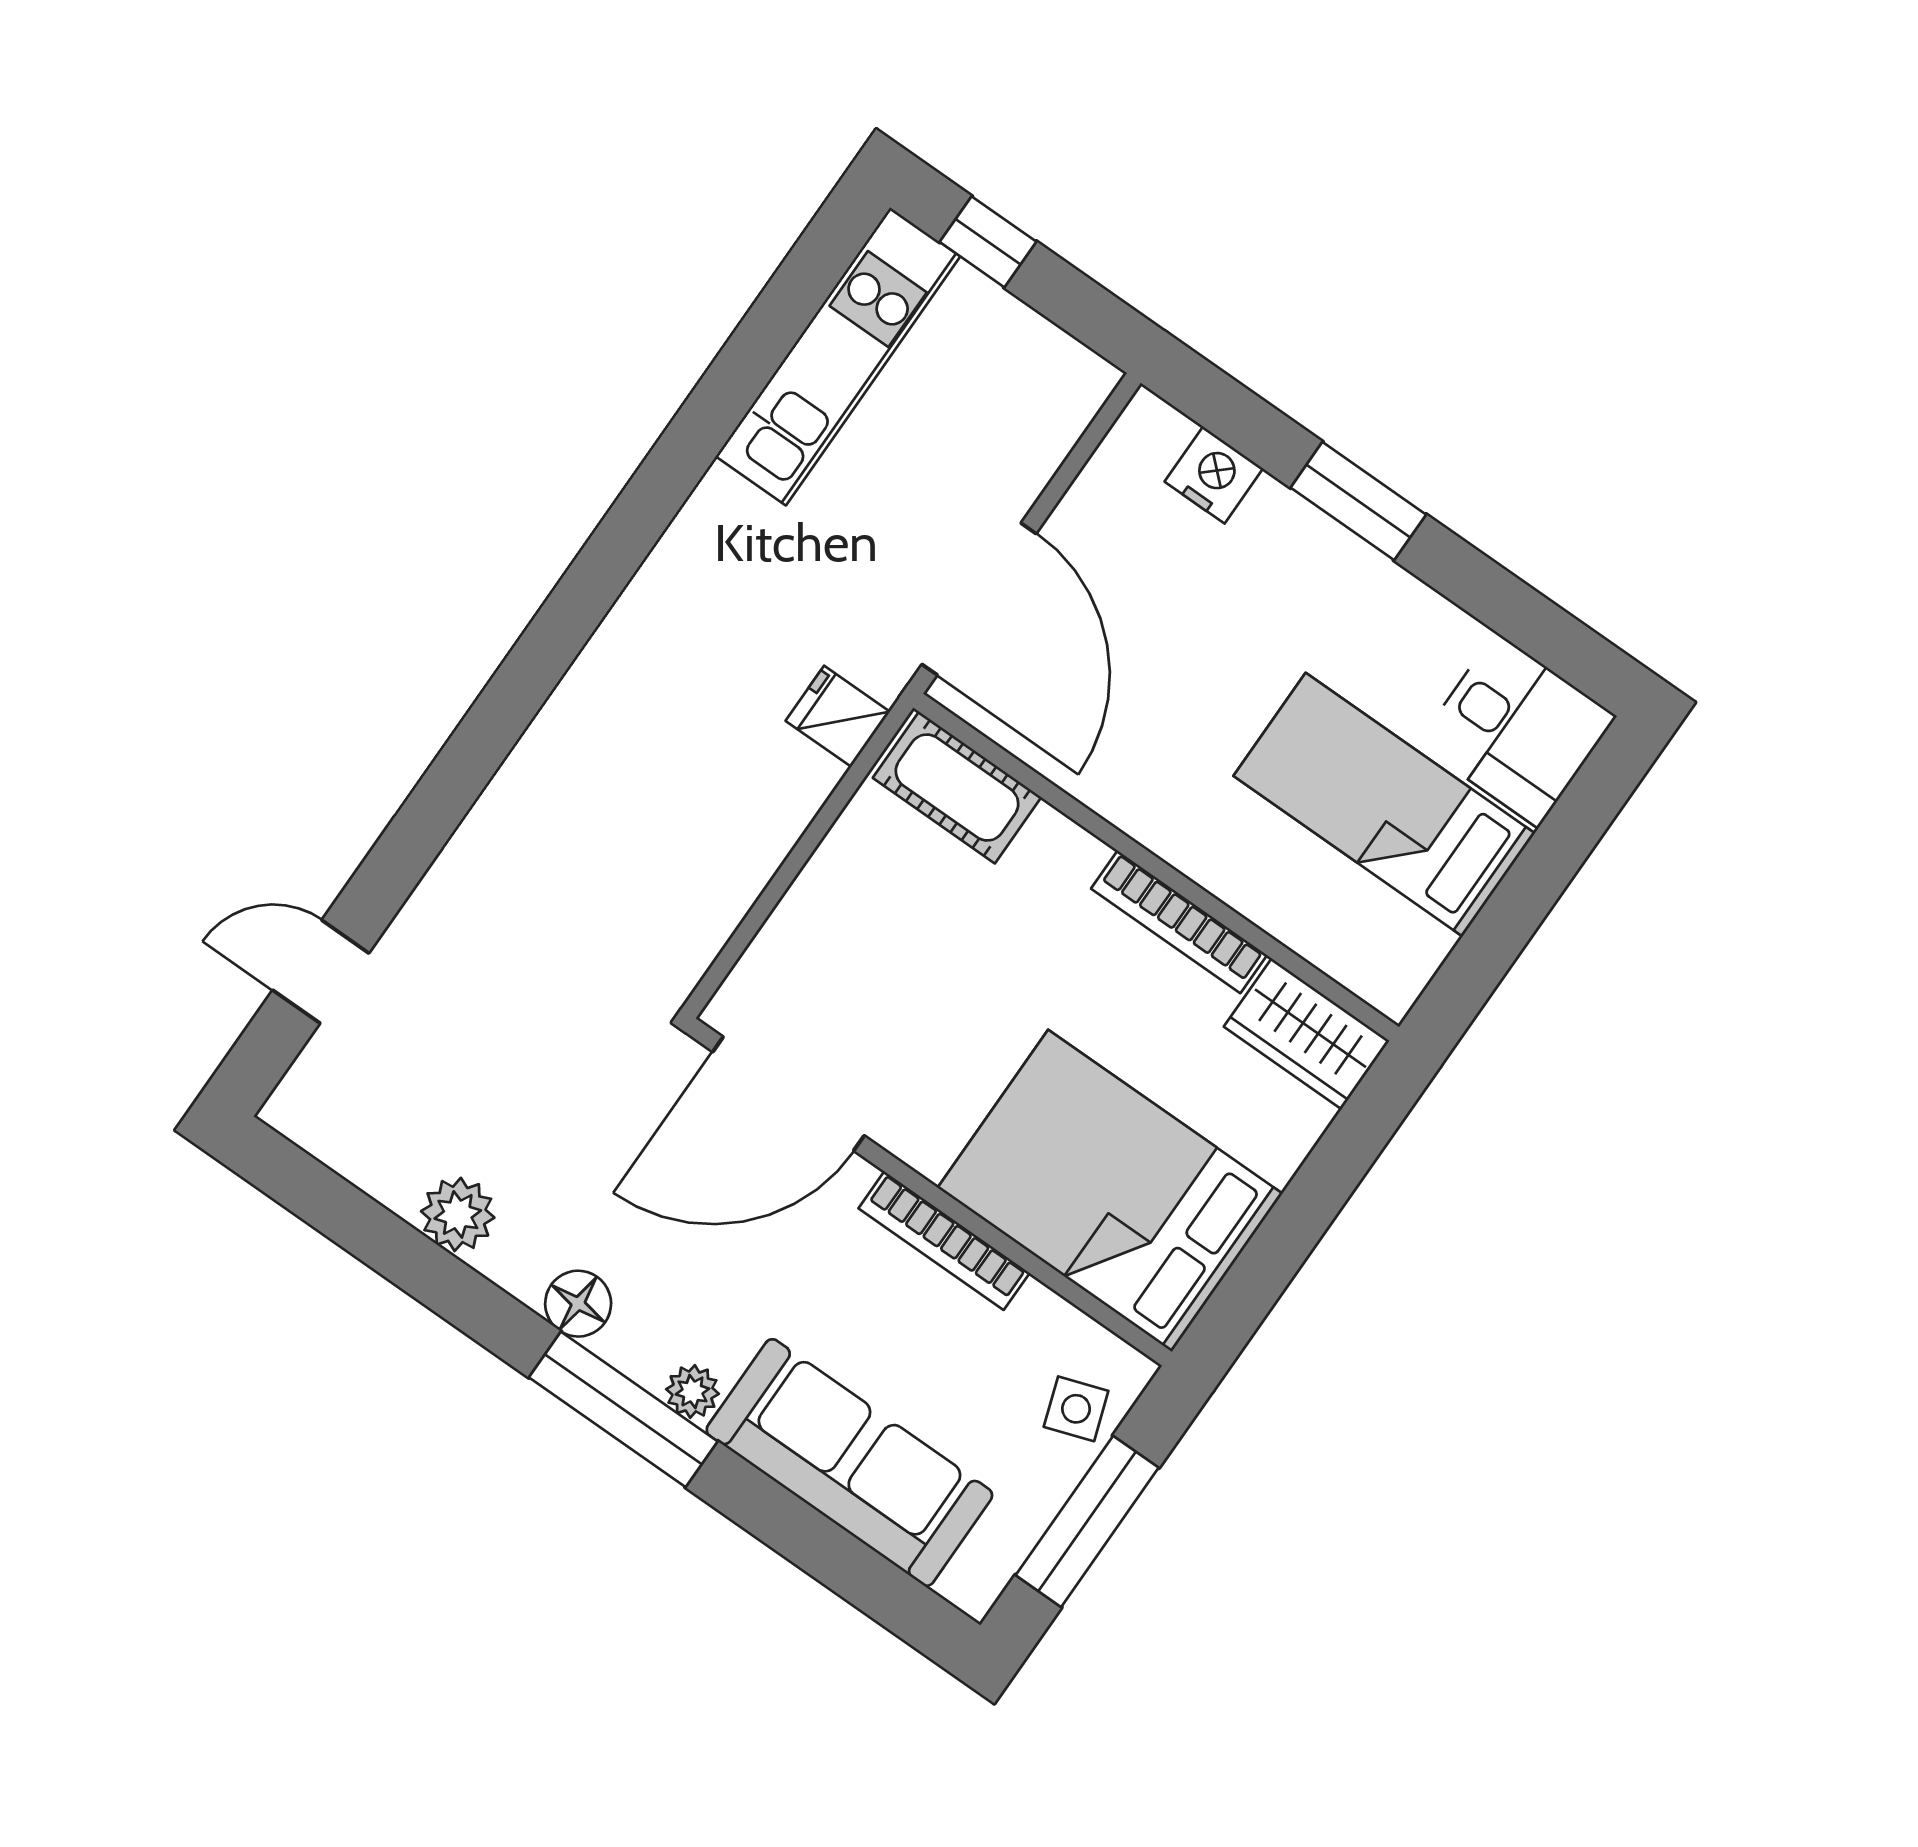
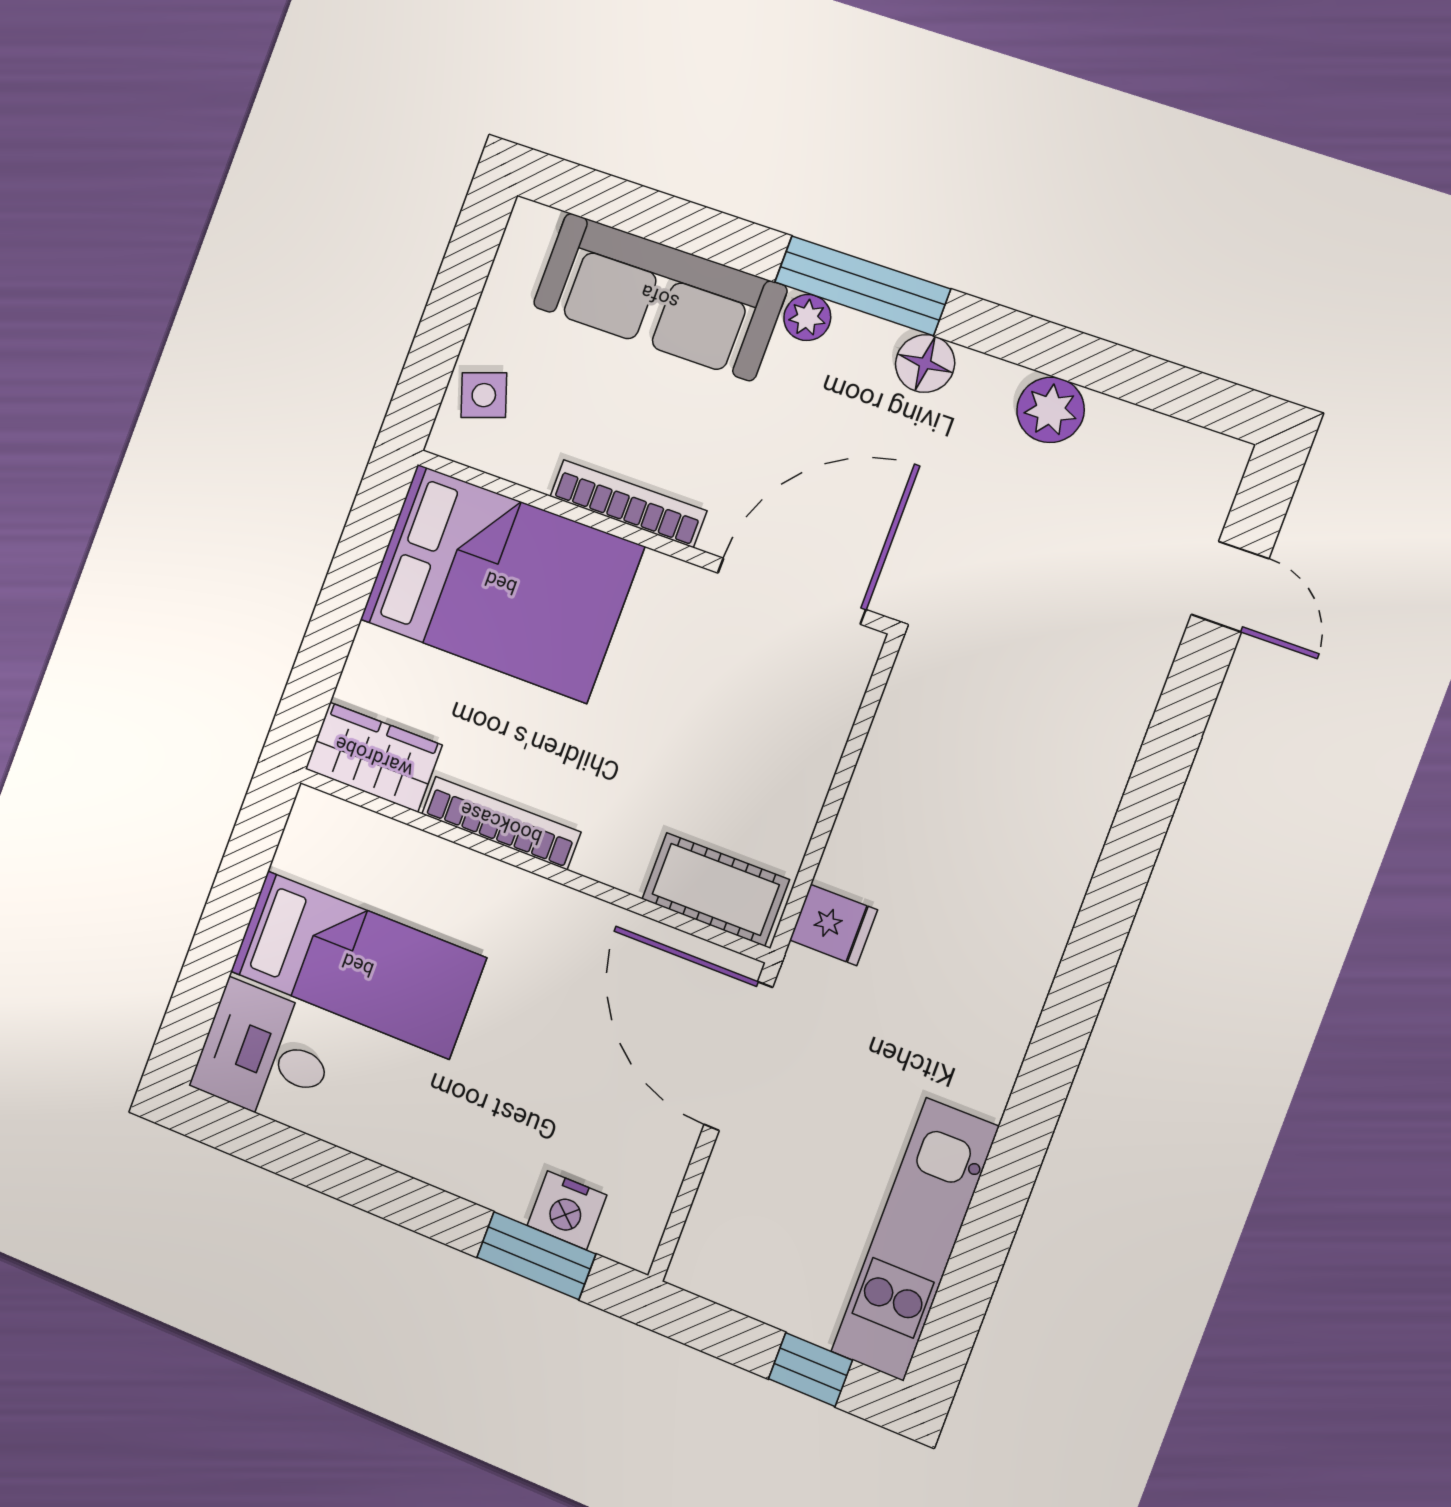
window: (1358, 501) -> (536, 1256), moved
door: (321, 972) -> (1230, 587), hinge flipped
window: (1087, 1521) -> (451, 306), removed

